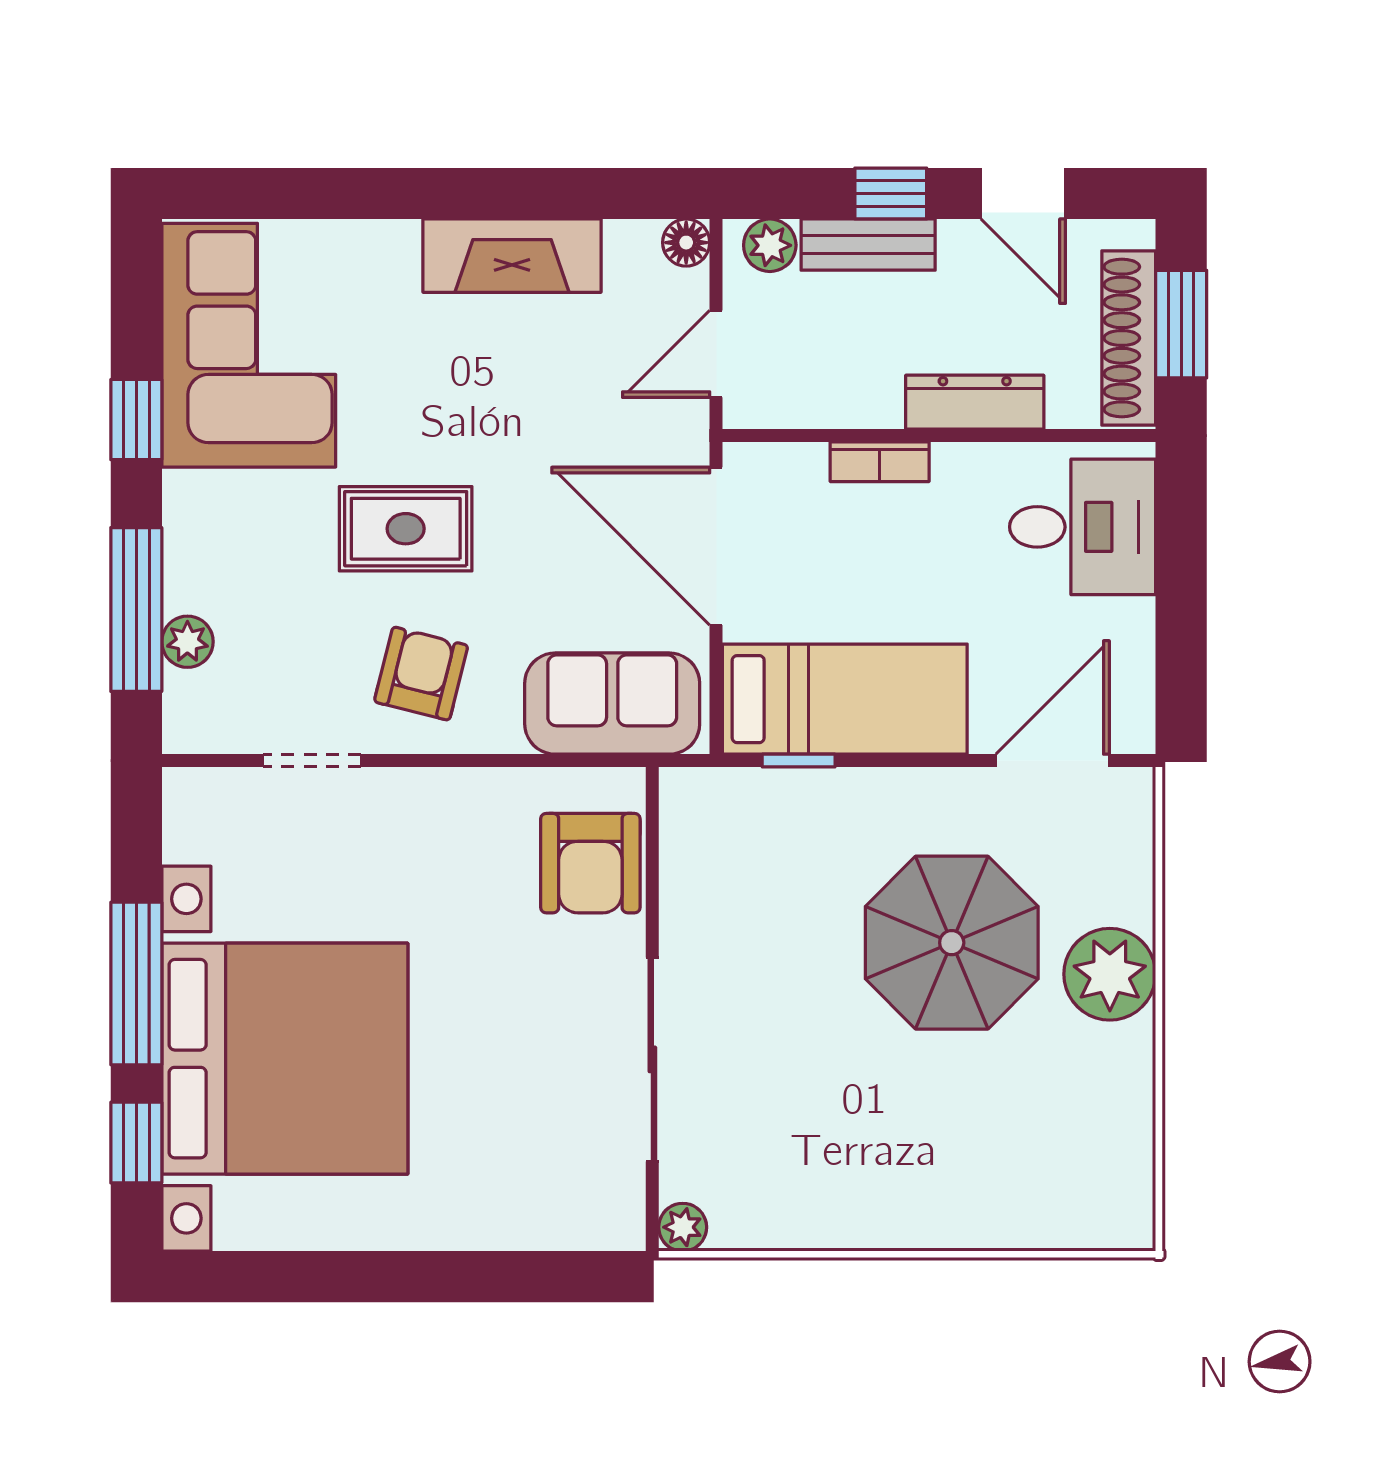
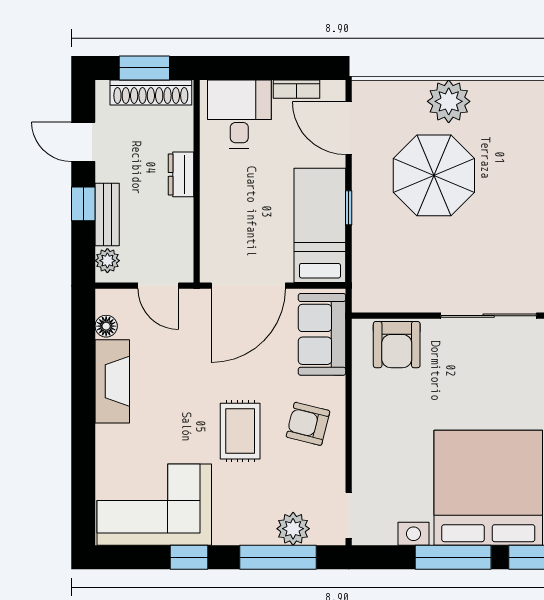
door: (1023, 194) -> (83, 142), swing flipped
floor lamp: (686, 243) -> (106, 326), moved
dresser: (975, 402) -> (181, 174), width x0.70
bookcase: (880, 462) -> (297, 89), moved, turned 90
plant: (187, 642) -> (293, 529), width x1.38, depth x1.38
doorway: (312, 761) -> (349, 515), moved
window: (799, 761) -> (349, 208), moved
armchair: (590, 863) -> (397, 345), turned 90

